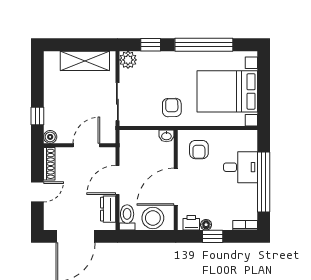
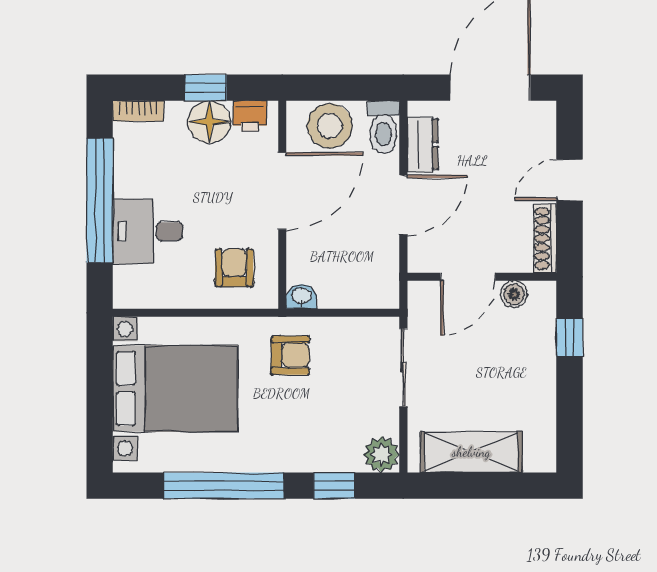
armchair: (172, 108) -> (290, 355), turned -89
boiler: (50, 137) -> (514, 294), moved
floor lamp: (206, 225) -> (209, 122), width x1.89, depth x1.89

